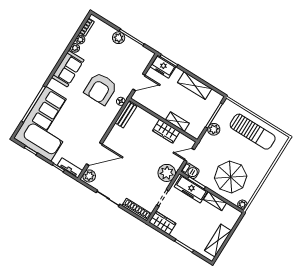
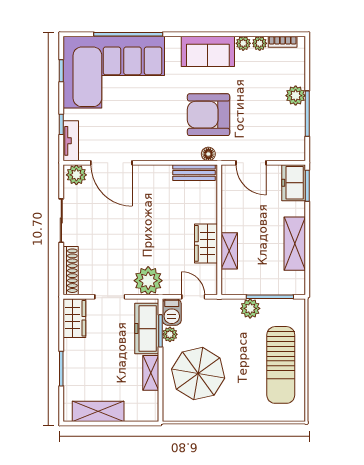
plant: (242, 205) -> (170, 334), moved

